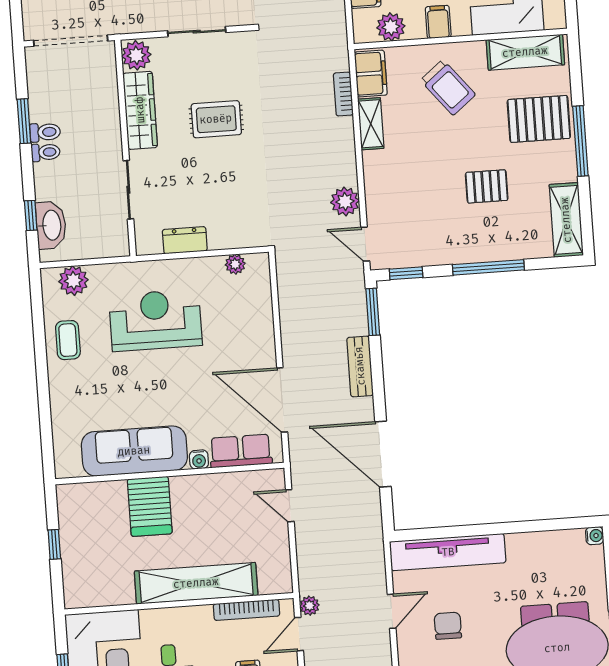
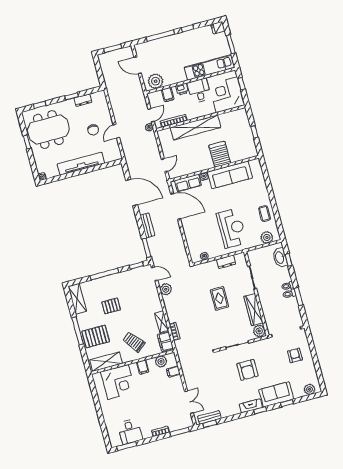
rug: (216, 119) -> (219, 298), moved, turned 90
reception desk: (155, 320) -> (232, 228), turned -90
door: (290, 506) -> (165, 165), hinge flipped
tv unit: (448, 552) -> (81, 164), moved

